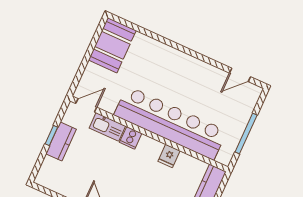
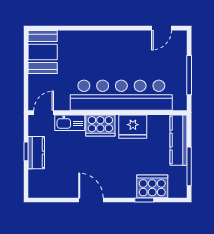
cooker: (131, 138) -> (100, 125), width x1.87, depth x1.31
fridge: (169, 156) -> (133, 127), width x1.88, depth x1.34

